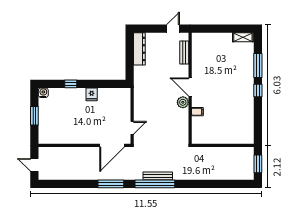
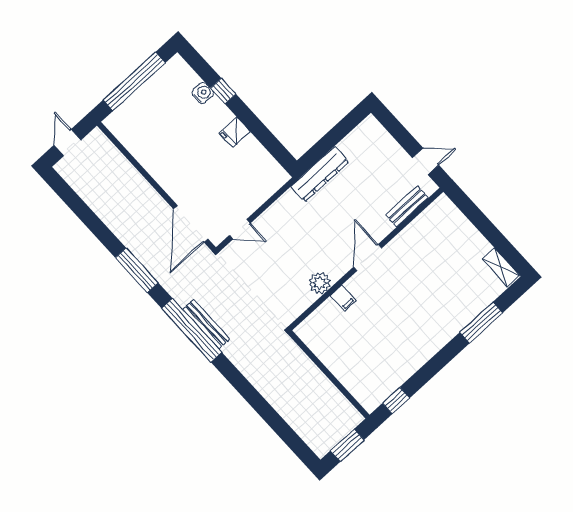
dresser: (139, 49) -> (320, 174), moved
window: (258, 90) -> (396, 401), moved
water cooler: (43, 93) -> (203, 93), moved
plant: (183, 102) -> (320, 283), moved
window: (34, 116) -> (134, 81), width x2.11
door: (112, 145) -> (191, 224), hinge flipped

